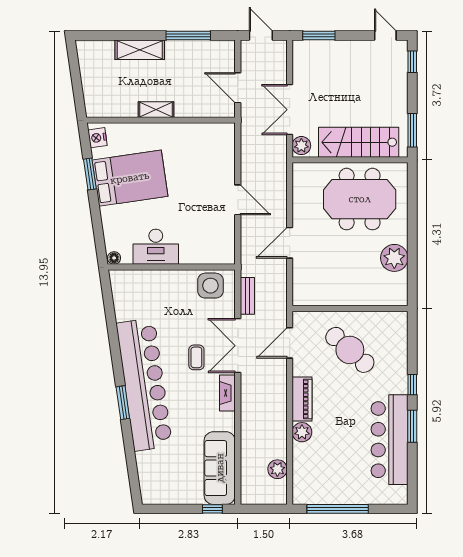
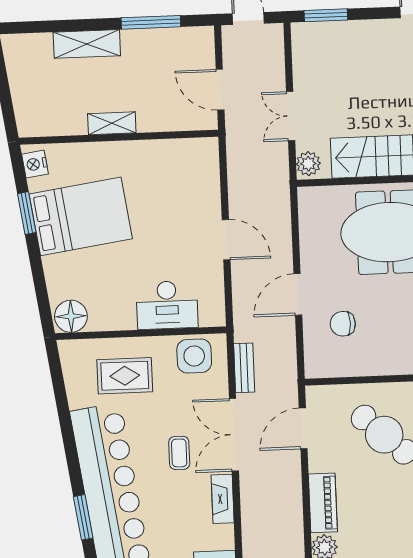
double door: (290, 110) -> (291, 116), width x0.73
desk: (156, 247) -> (167, 305), moved
floor lamp: (114, 258) -> (71, 316), width x1.89, depth x1.89
chair: (322, 266) -> (343, 324), added
rug: (158, 298) -> (125, 376), added

